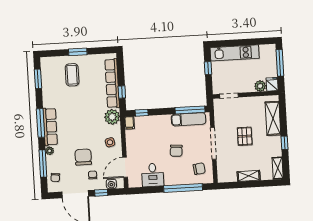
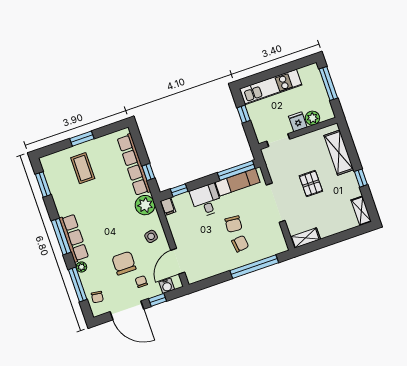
fridge: (272, 84) -> (298, 122), moved
chair: (199, 169) -> (240, 244), moved
desk: (153, 175) -> (206, 200), moved, turned 180
shelving: (249, 176) -> (305, 238), moved

